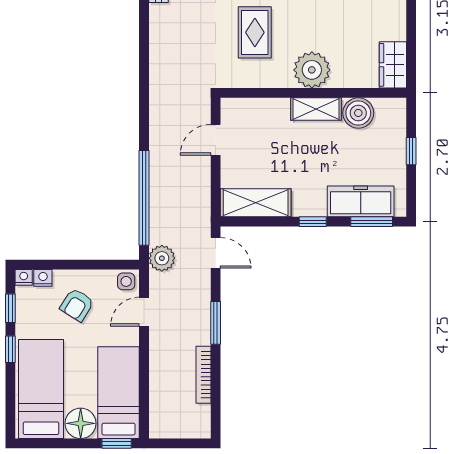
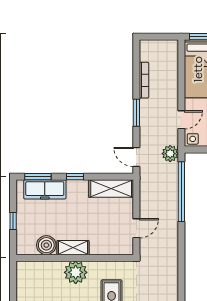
wardrobe: (393, 65) -> (25, 275), removed

